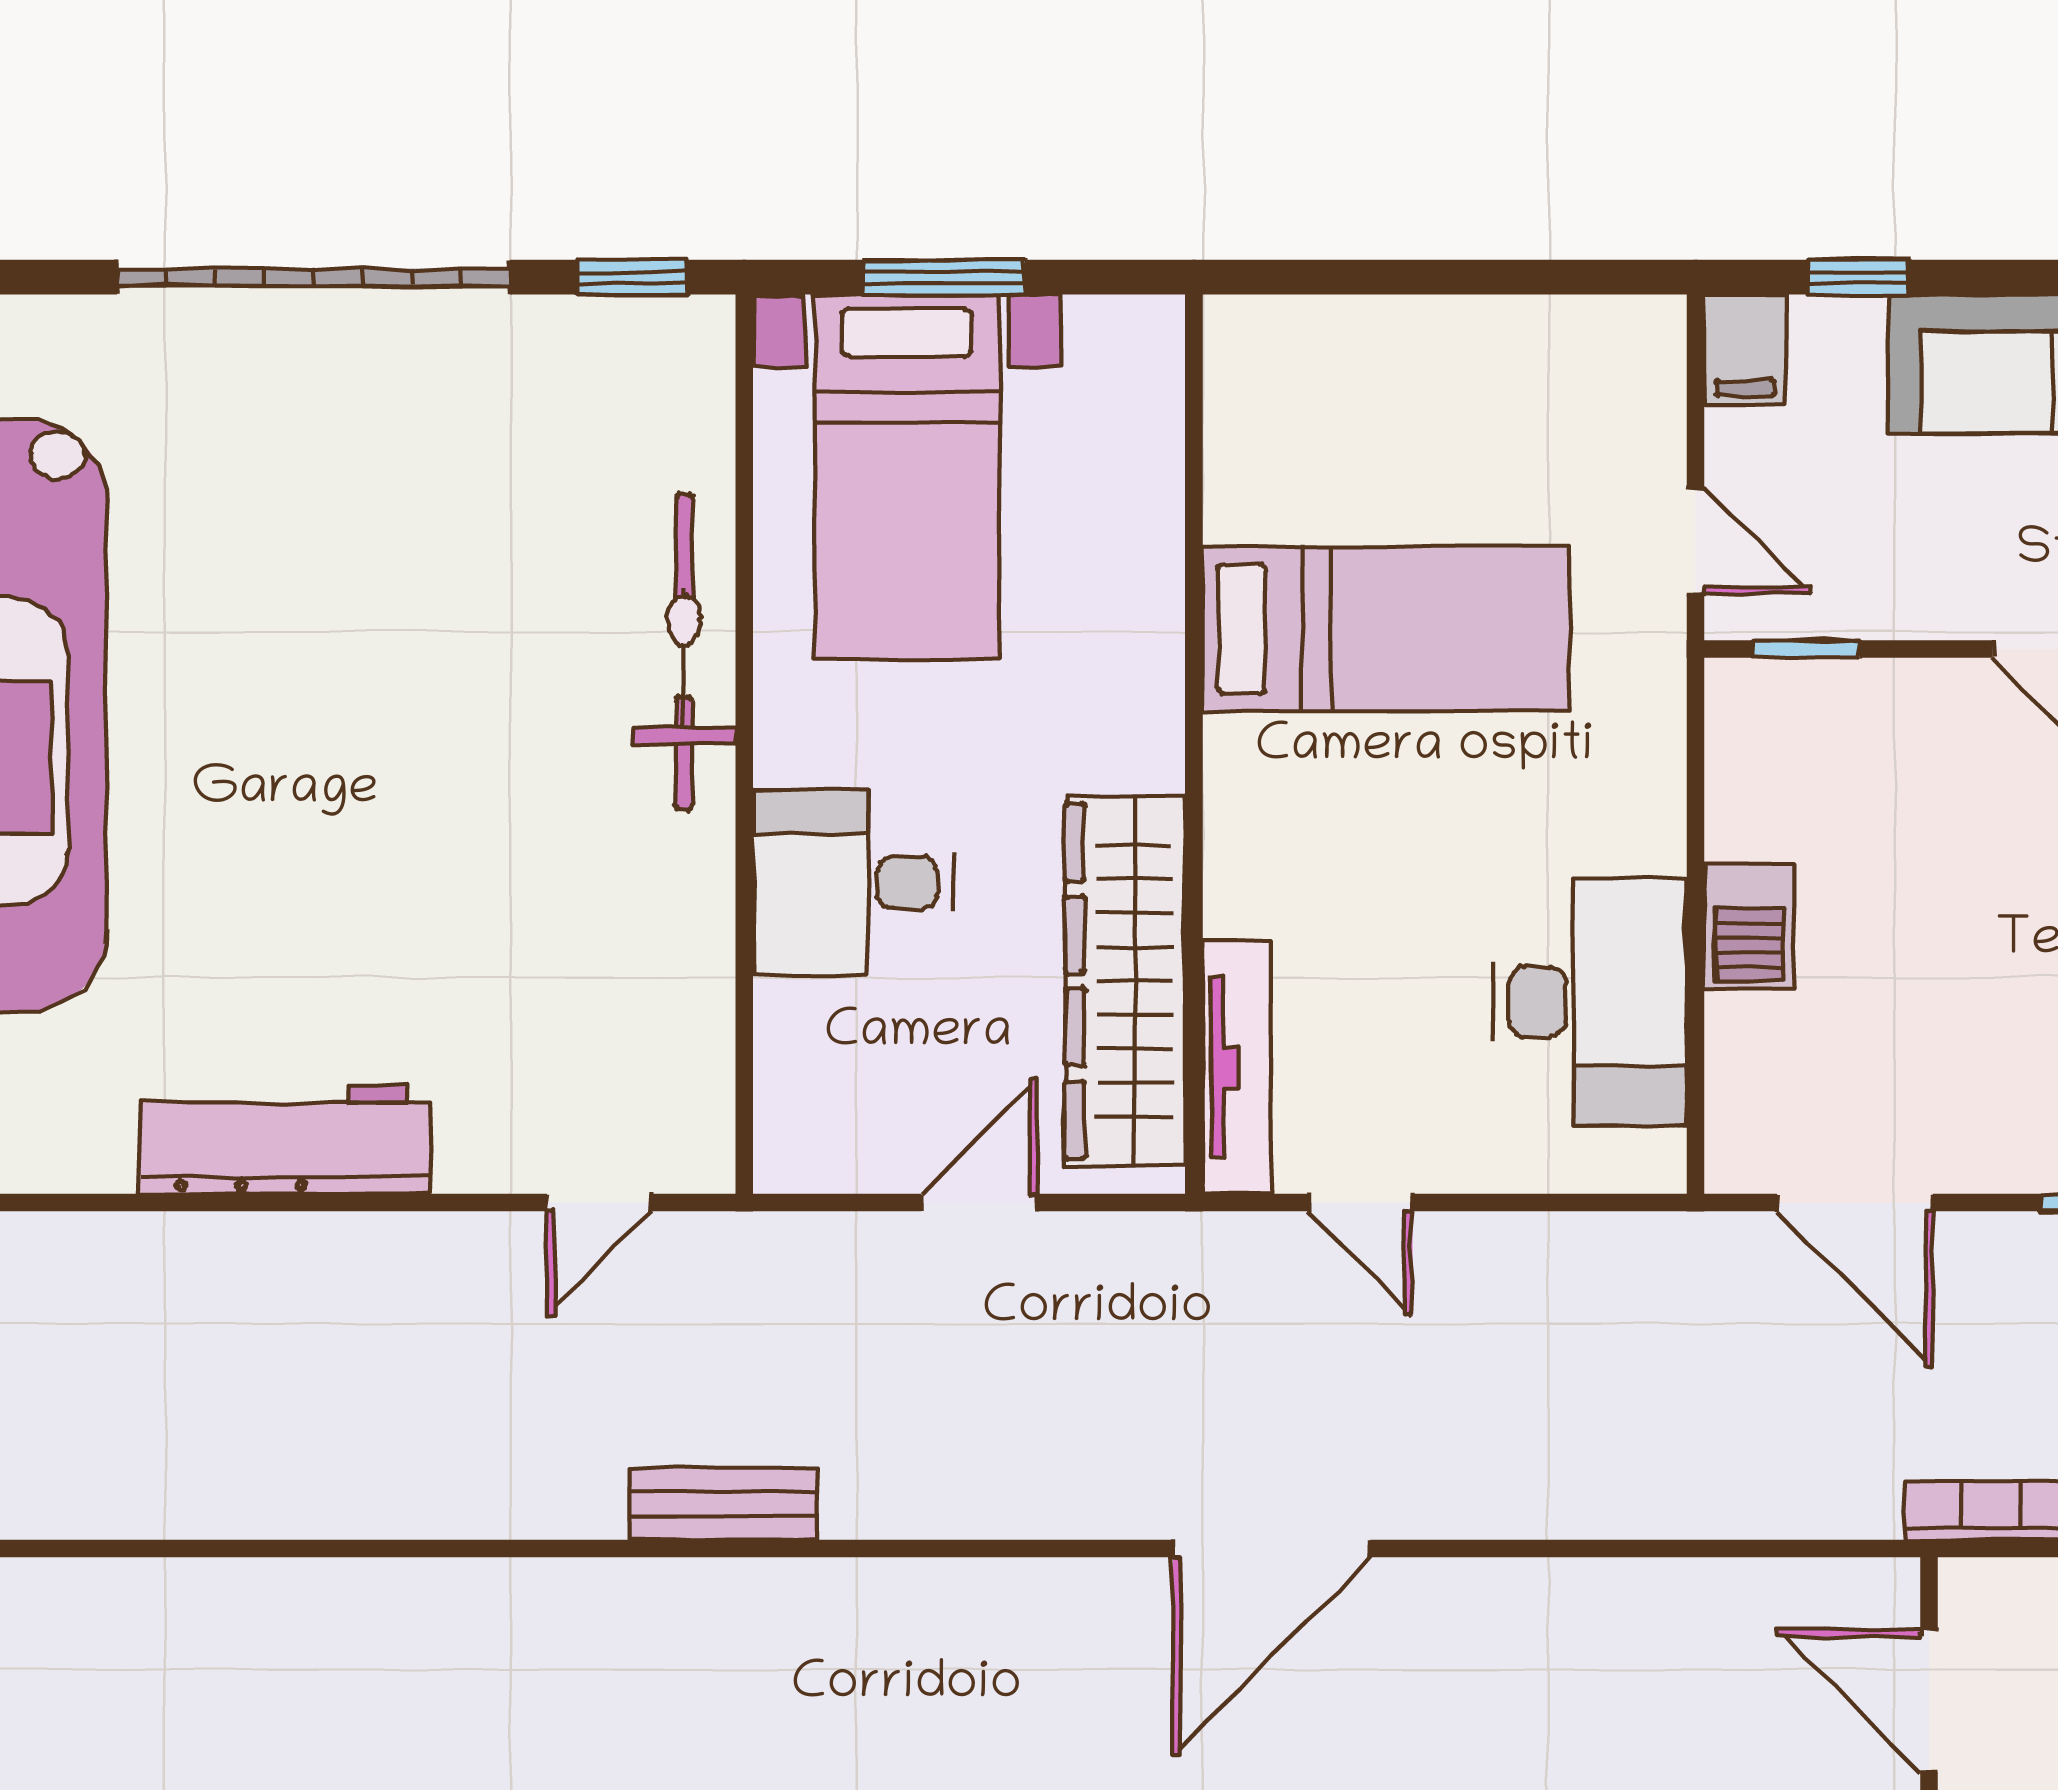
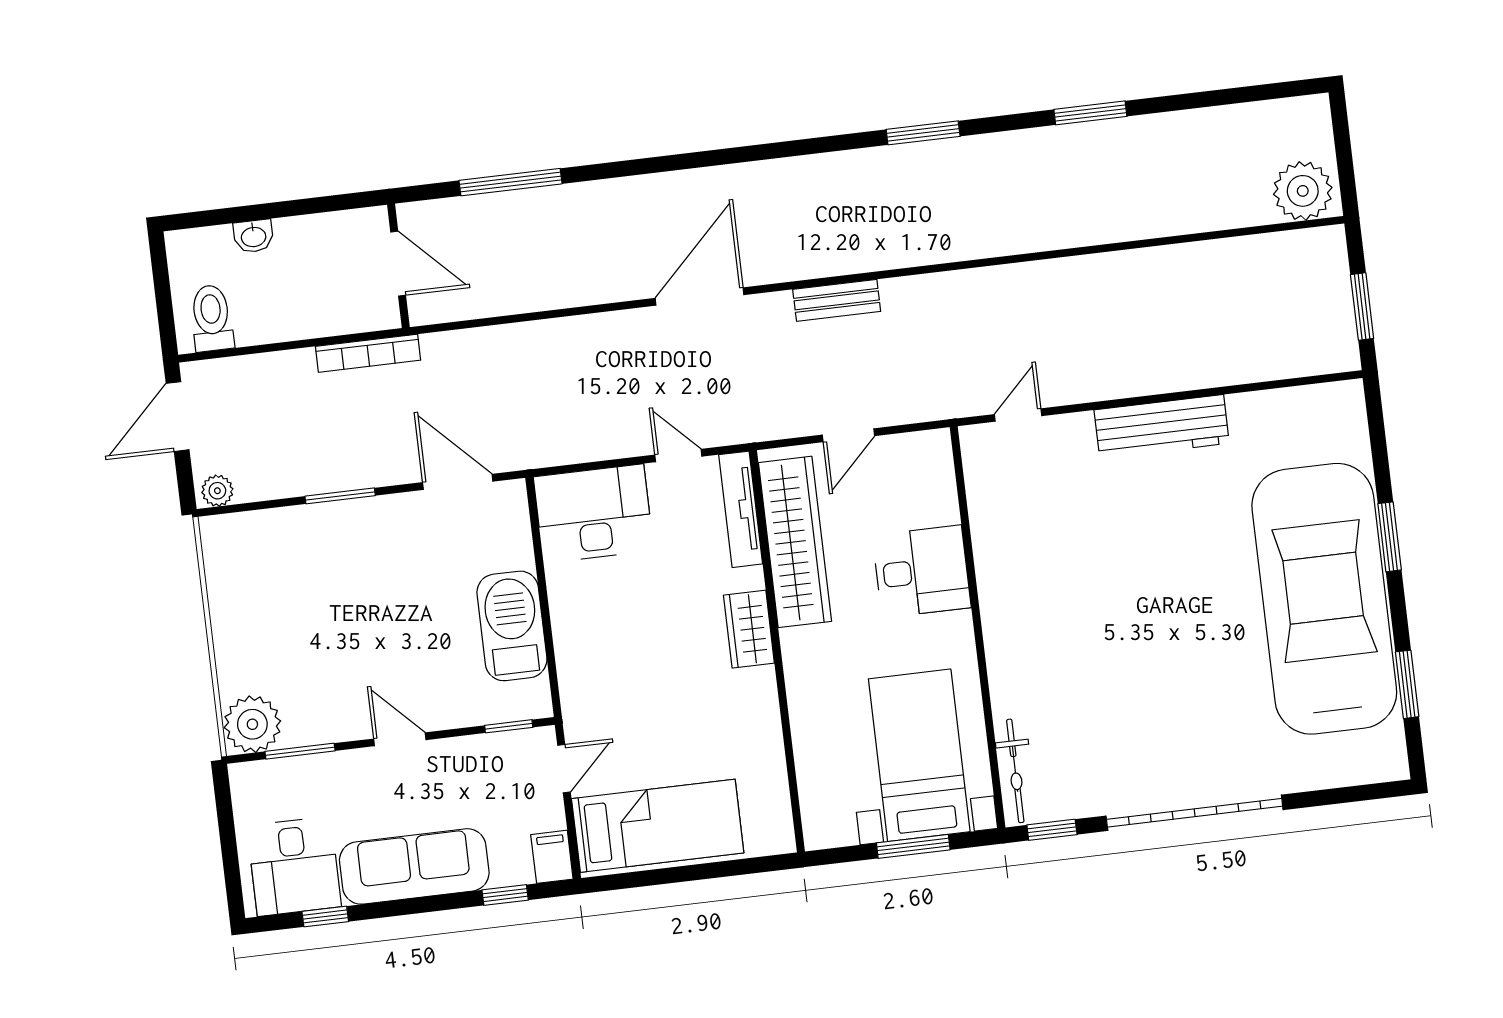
door: (1696, 541) -> (564, 769), swing flipped
bed: (1386, 629) -> (658, 826), moved, turned 180
bicycle: (684, 652) -> (1015, 771), moved, width x0.73, depth x0.71
wardrobe: (1250, 800) -> (749, 629), added
barbecue: (1749, 926) -> (512, 626), width x1.88, depth x1.53
desk: (1590, 1002) -> (593, 514), moved, turned 90
bench: (724, 1504) -> (837, 300), moved

